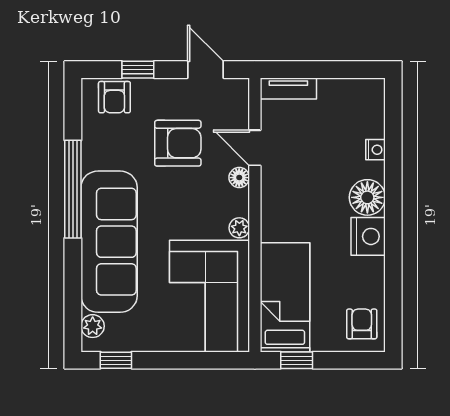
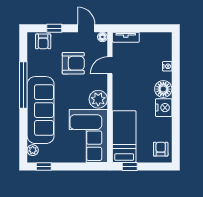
door: (255, 148) -> (110, 65), hinge flipped
floor lamp: (239, 178) -> (102, 37), moved
plant: (239, 228) -> (98, 99), width x1.88, depth x1.88

